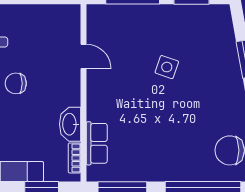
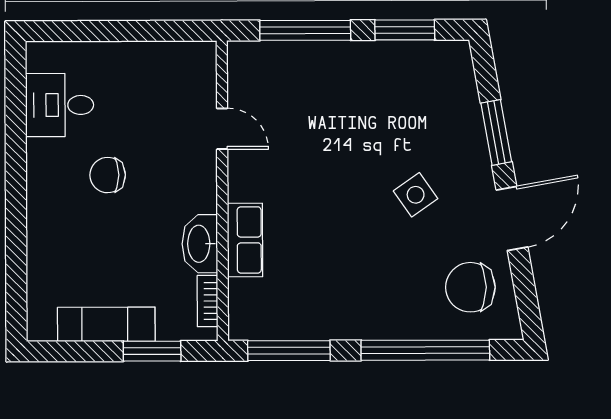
side table: (167, 67) -> (416, 195), moved, turned 36
row of seats: (97, 143) -> (245, 240), moved

